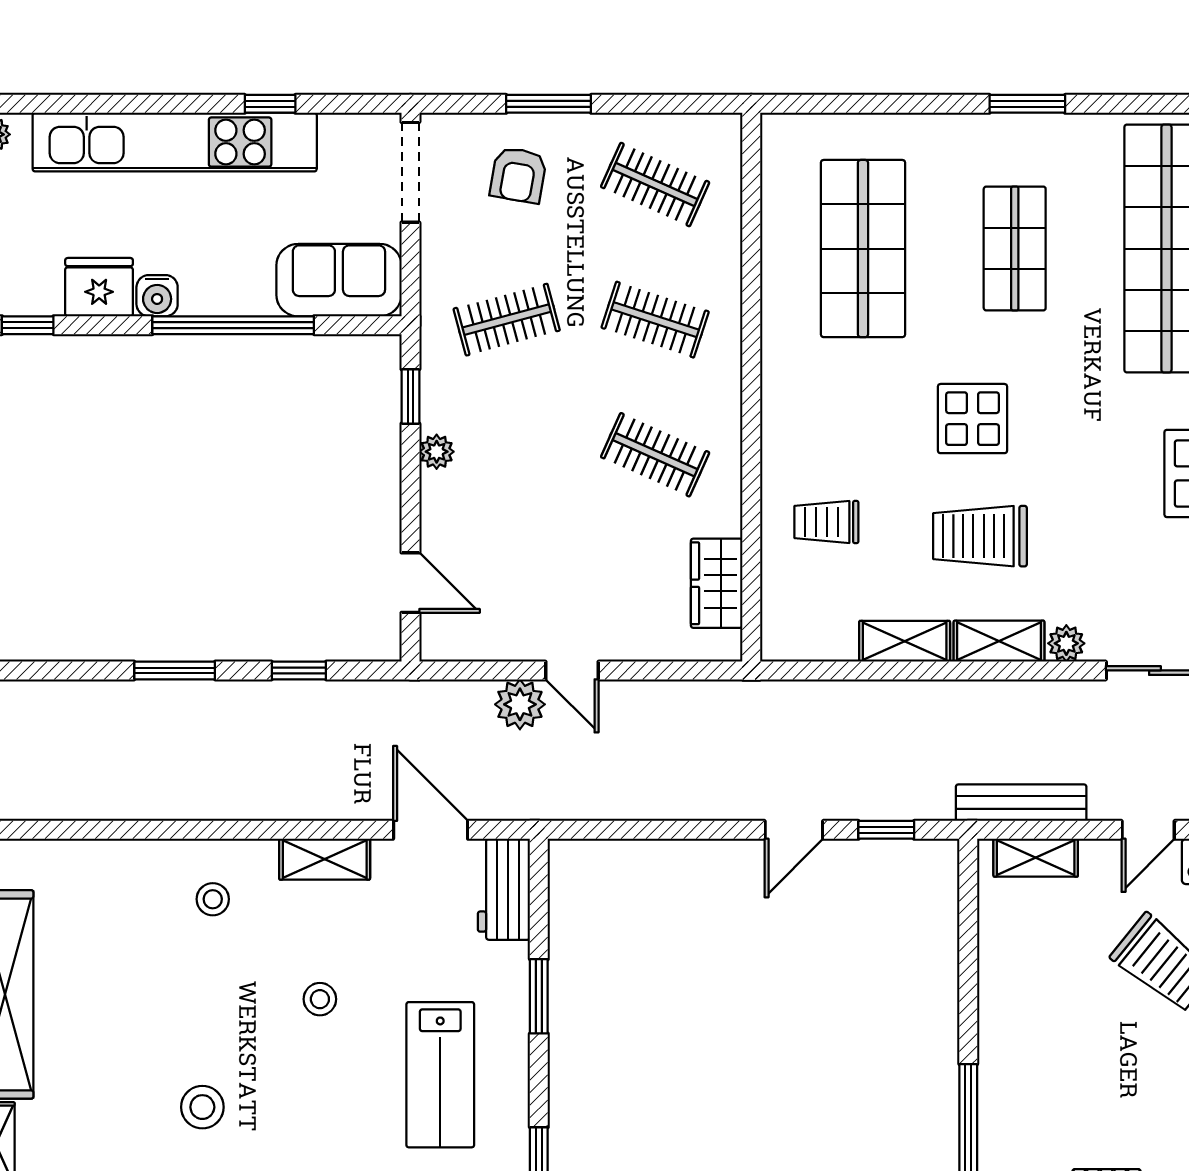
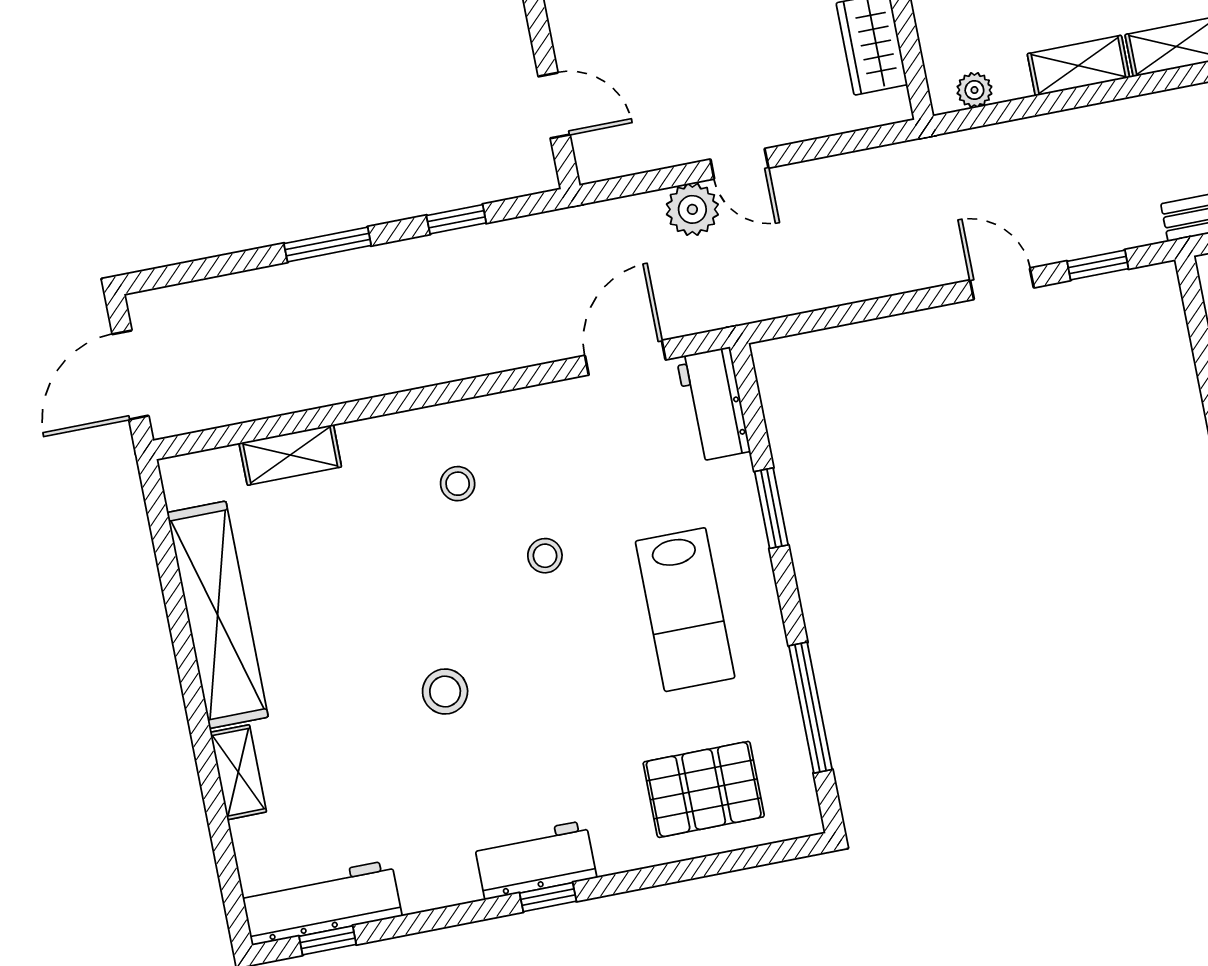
plant: (804, 645) -> (974, 90), added
door: (431, 830) -> (625, 358), hinge flipped
door: (794, 830) -> (1002, 284), swing flipped
shelving: (325, 859) -> (290, 455), moved
stool: (213, 899) -> (458, 484), moved

